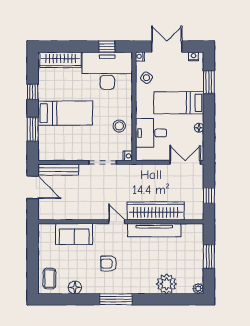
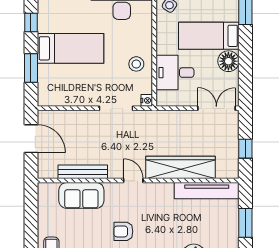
floor lamp: (199, 128) -> (228, 61), width x1.89, depth x1.89
bench: (58, 170) -> (83, 172), moved
tv unit: (154, 230) -> (207, 191), moved

